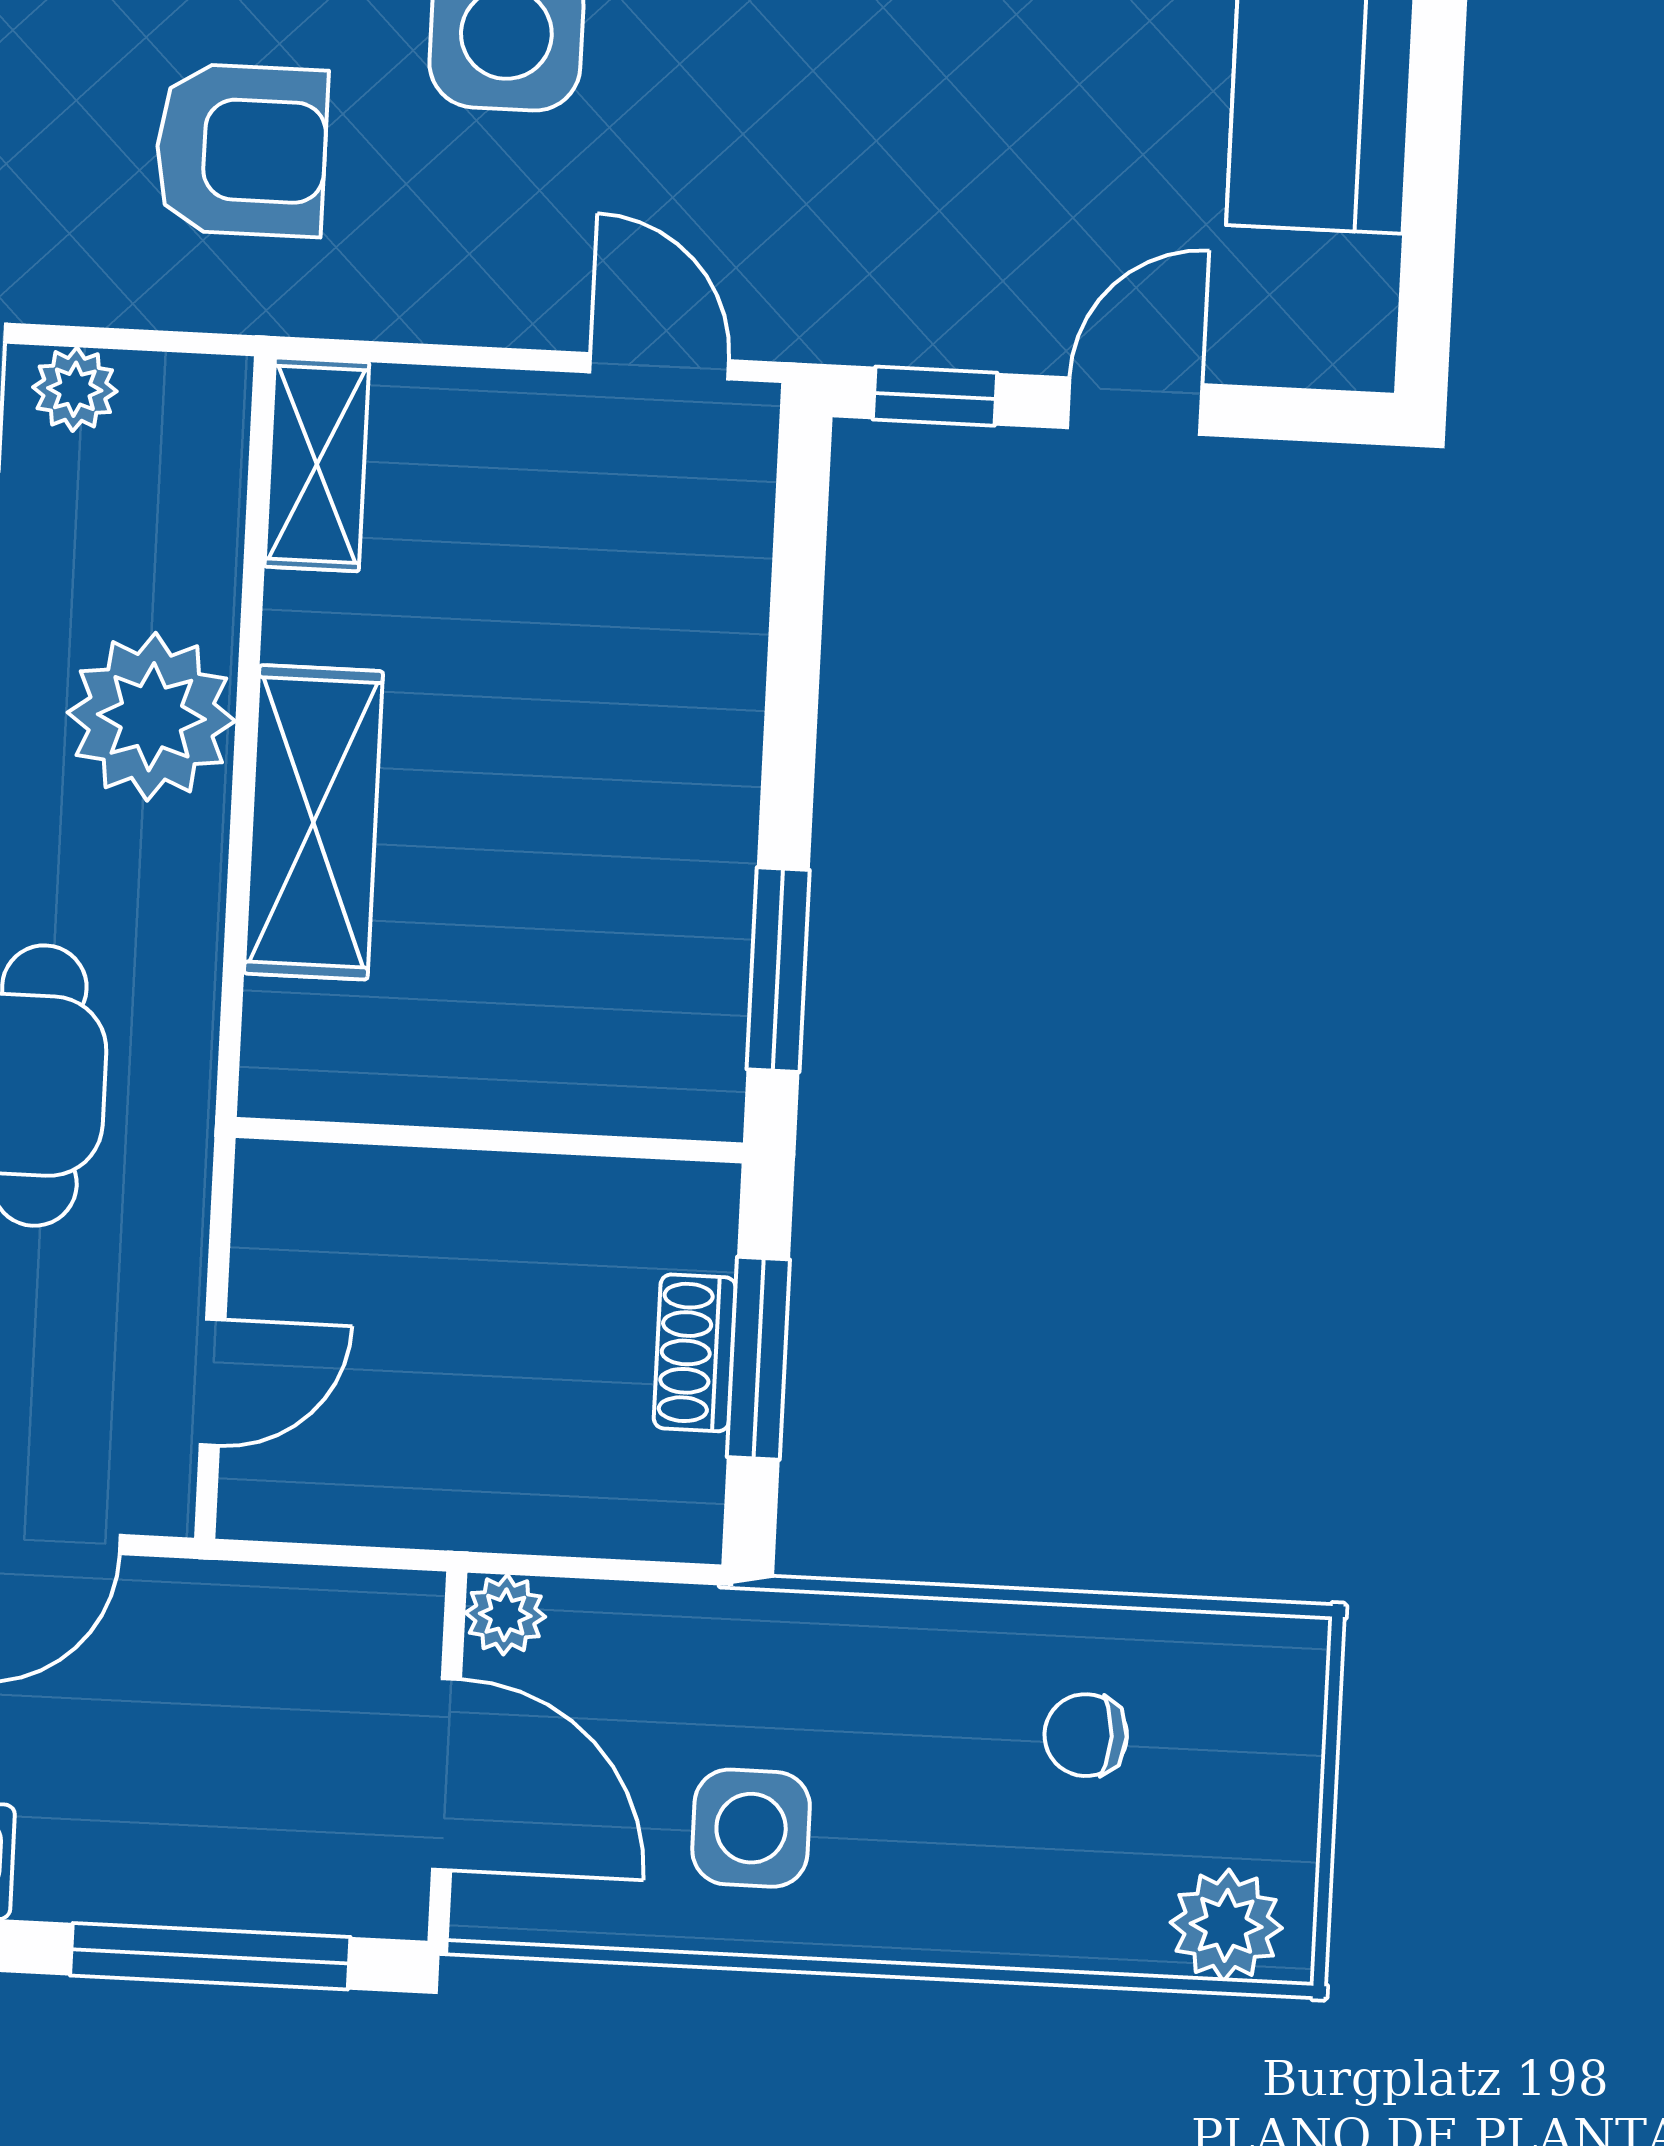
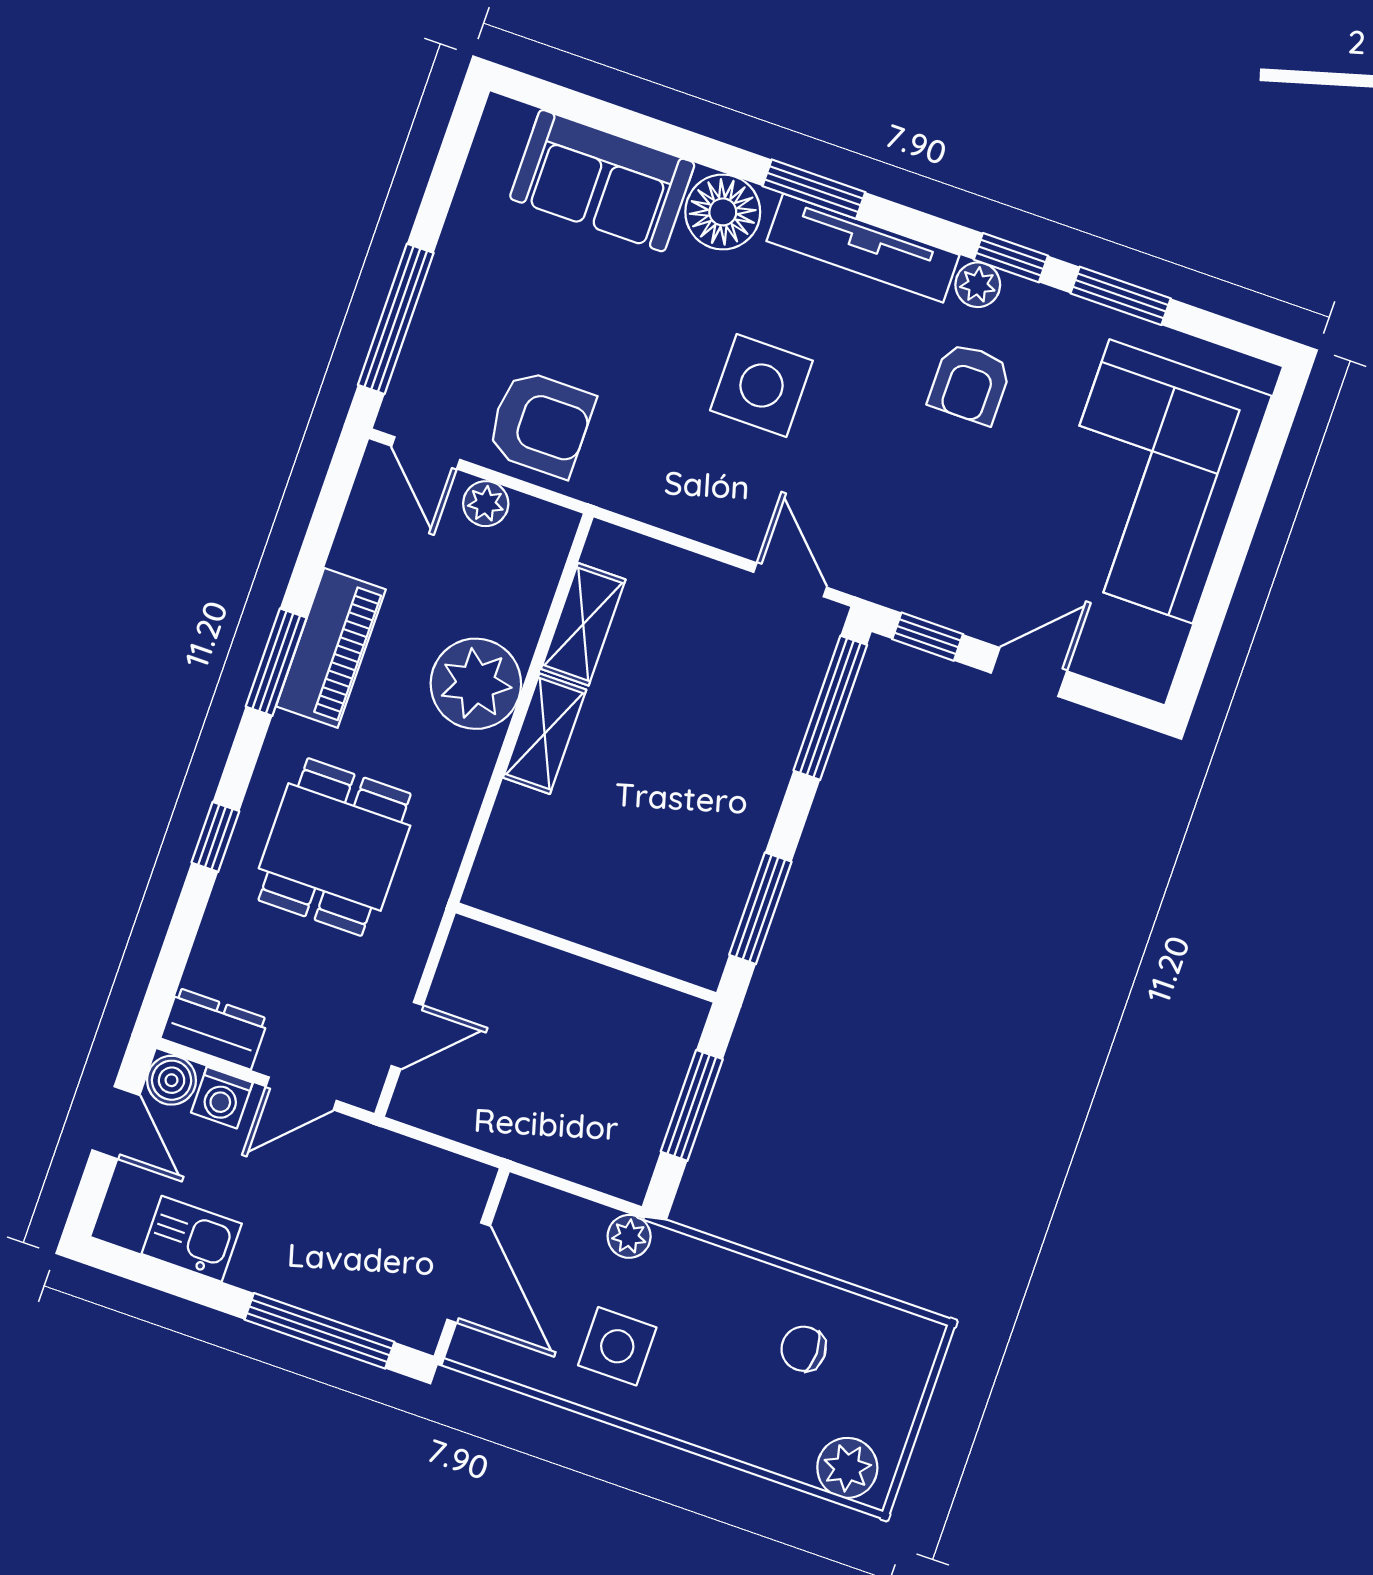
armchair: (241, 150) -> (541, 424), moved
shelving: (317, 464) -> (583, 624), moved
window: (798, 574) -> (830, 708), added
shelving: (313, 822) -> (545, 734), width x0.67, depth x0.75
shoe rack: (695, 1353) -> (660, 1093), removed
plant: (505, 1615) -> (629, 1236), moved

